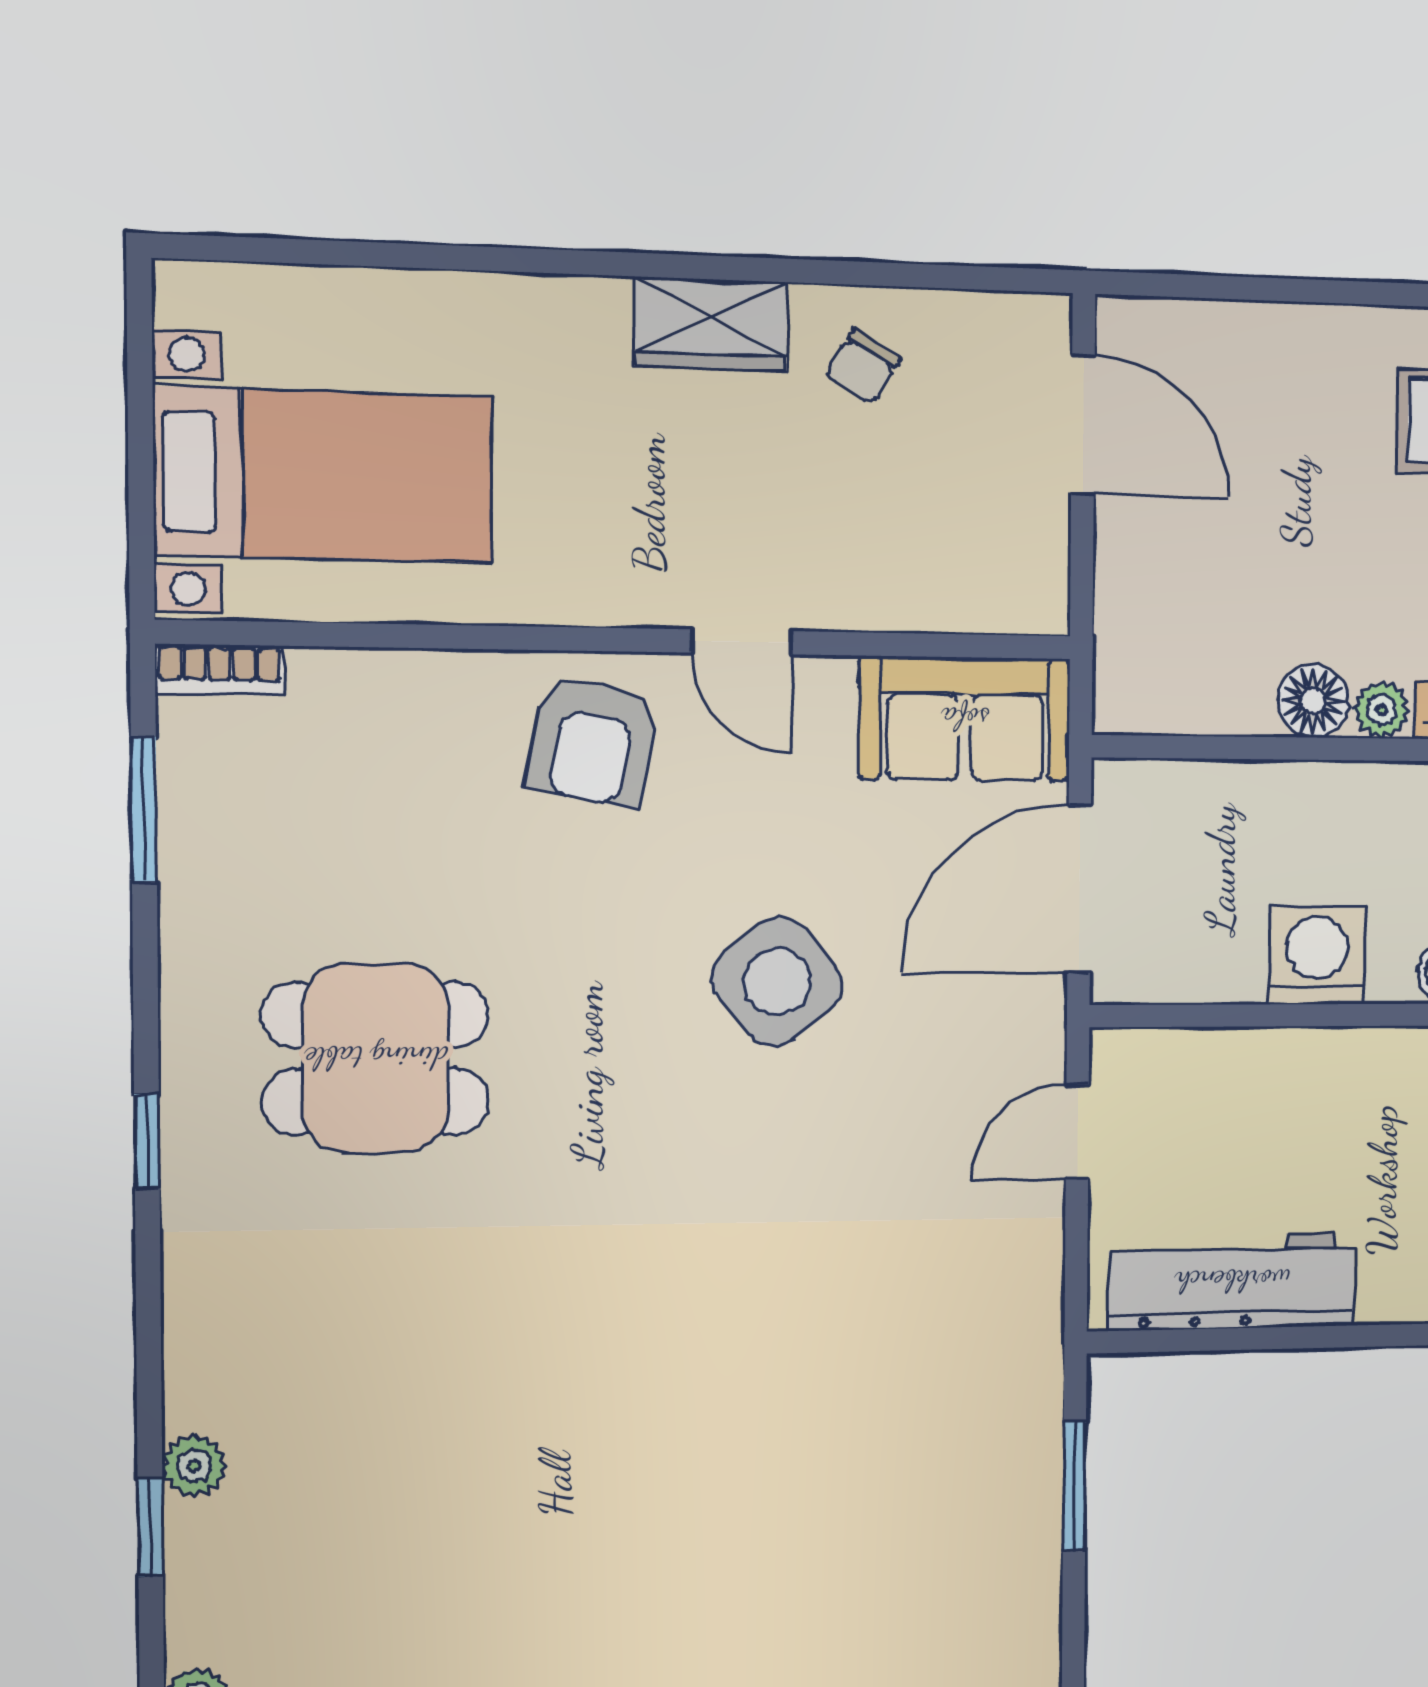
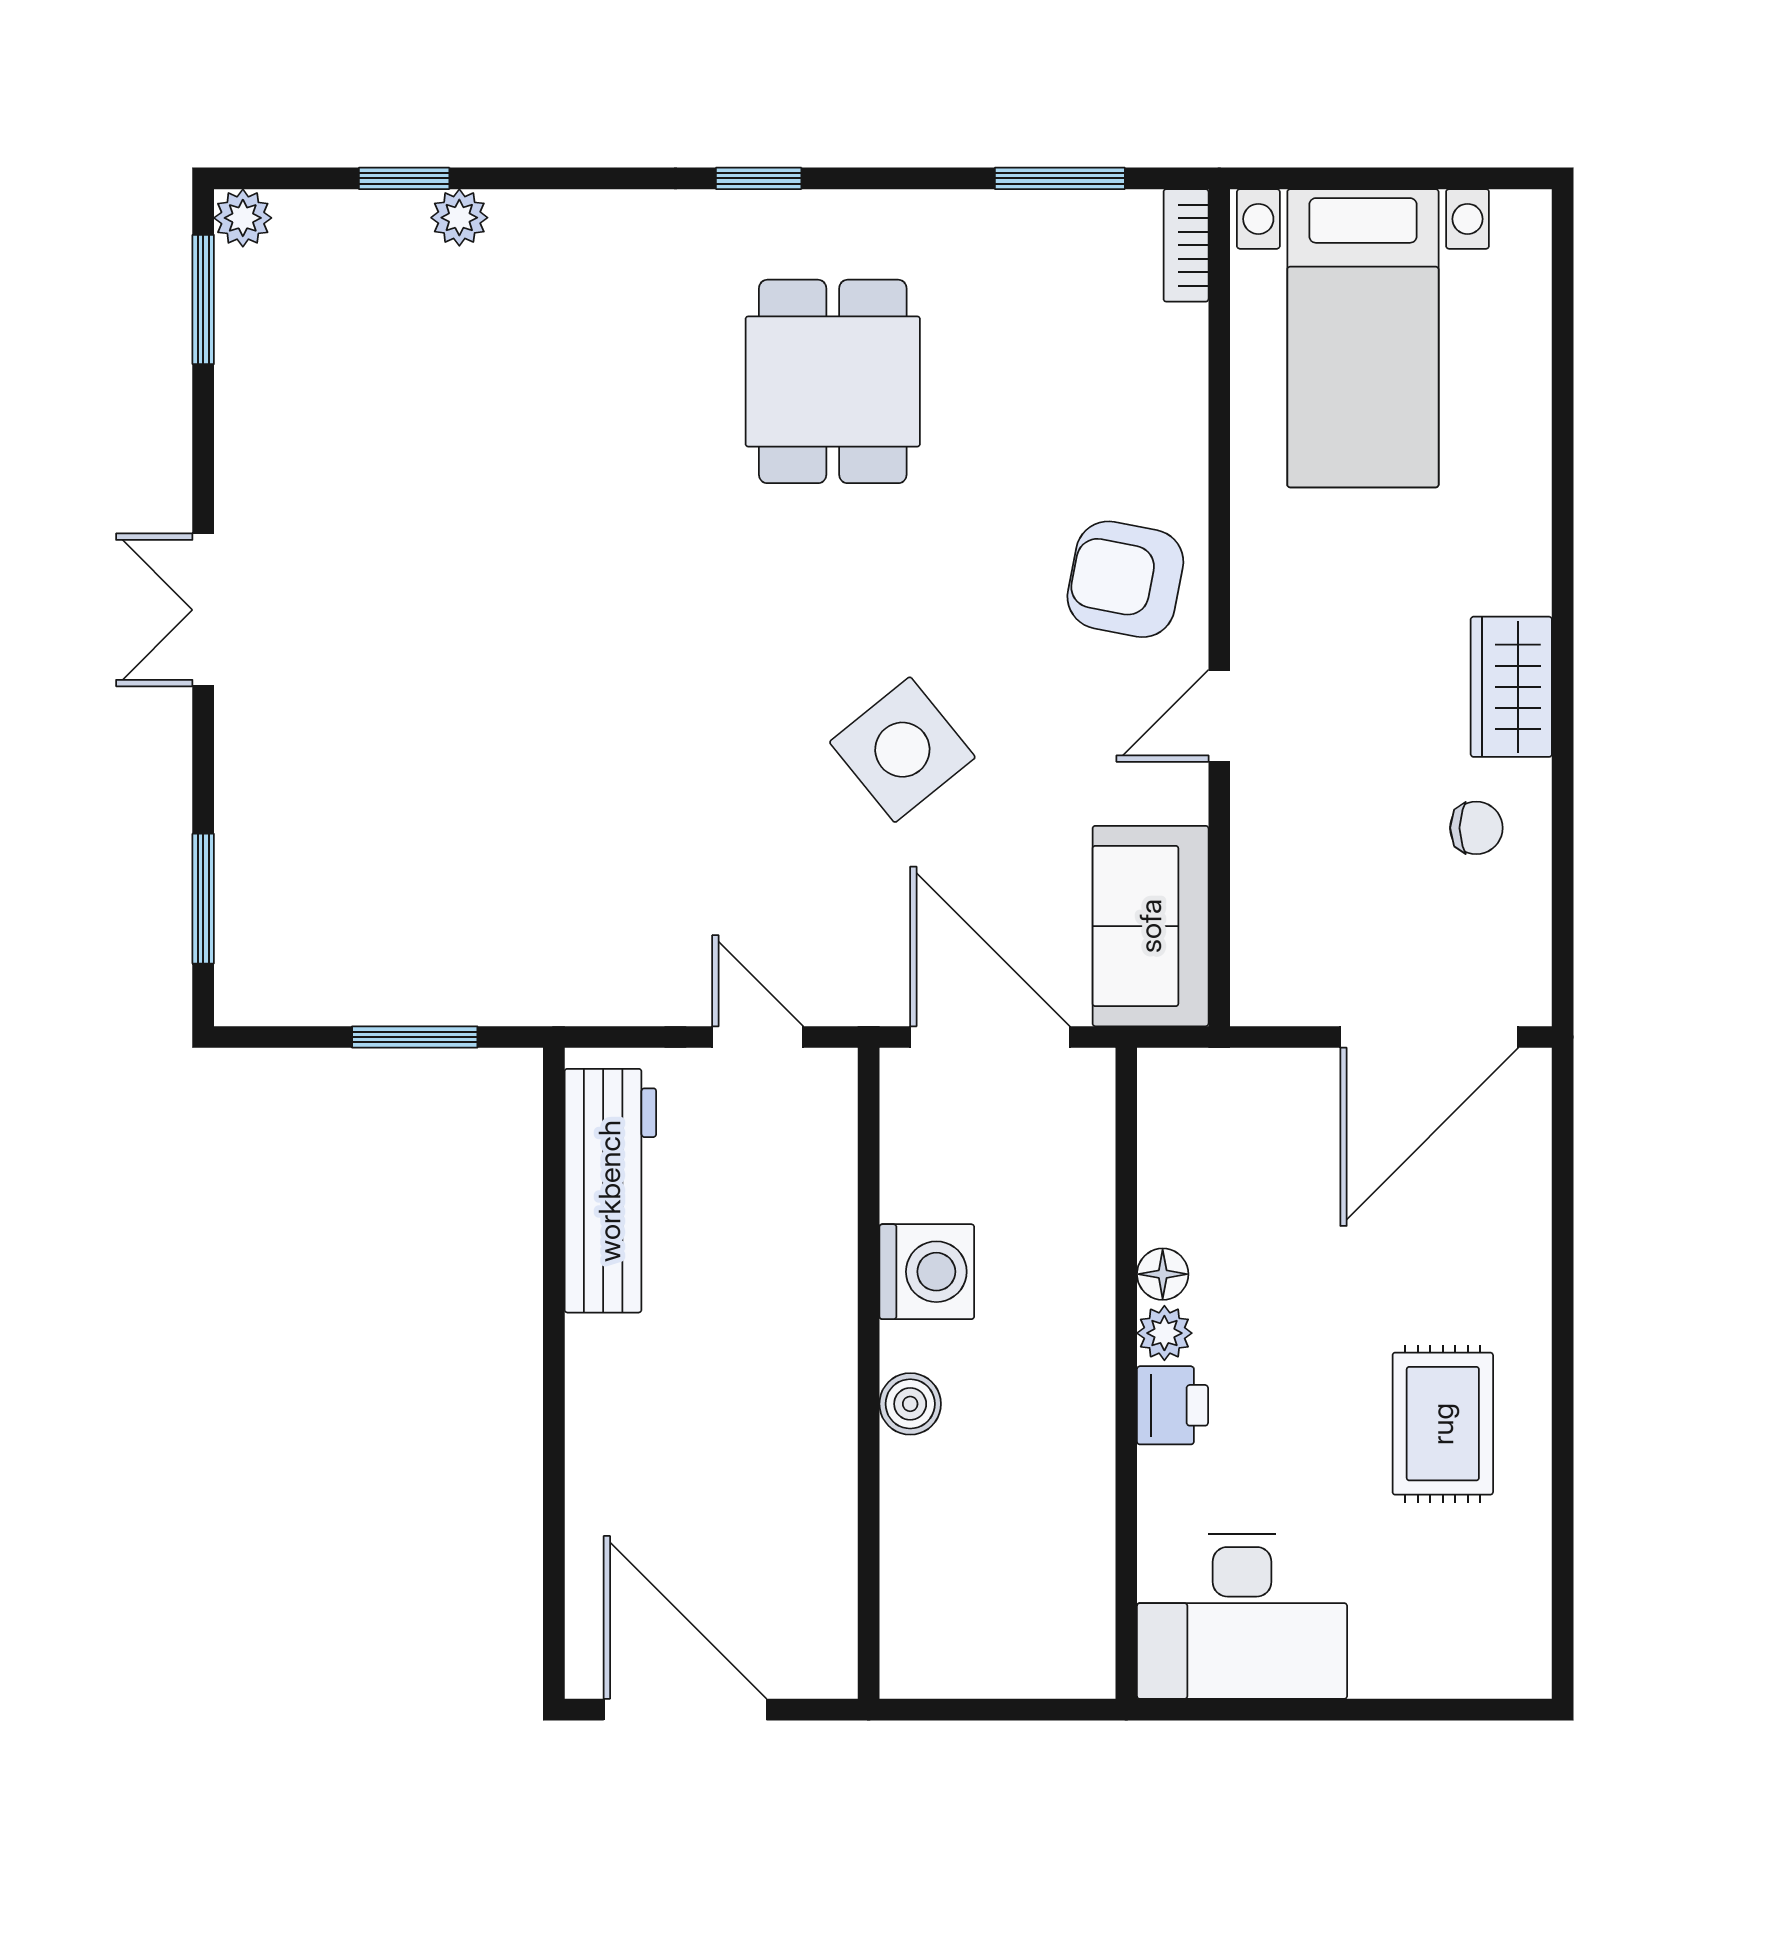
chair: (863, 367) -> (1476, 828), turned 149
door: (1083, 425) -> (1429, 1037), width x1.36
floor lamp: (1313, 701) -> (1163, 1274), width x0.73, depth x0.73

